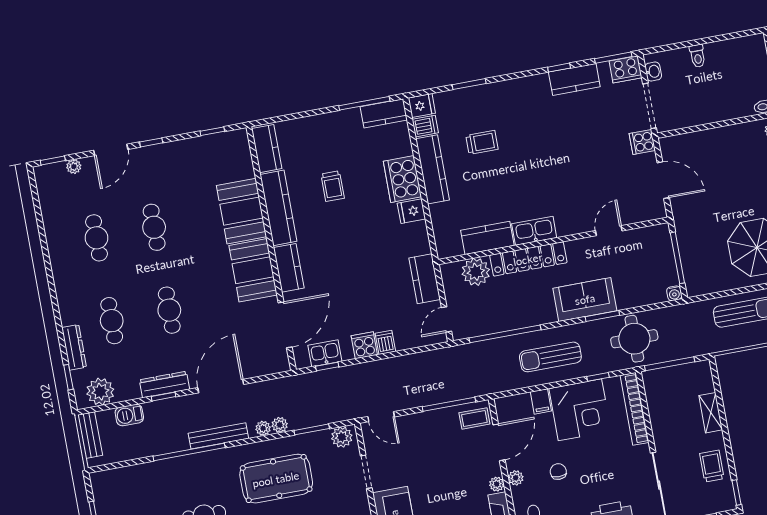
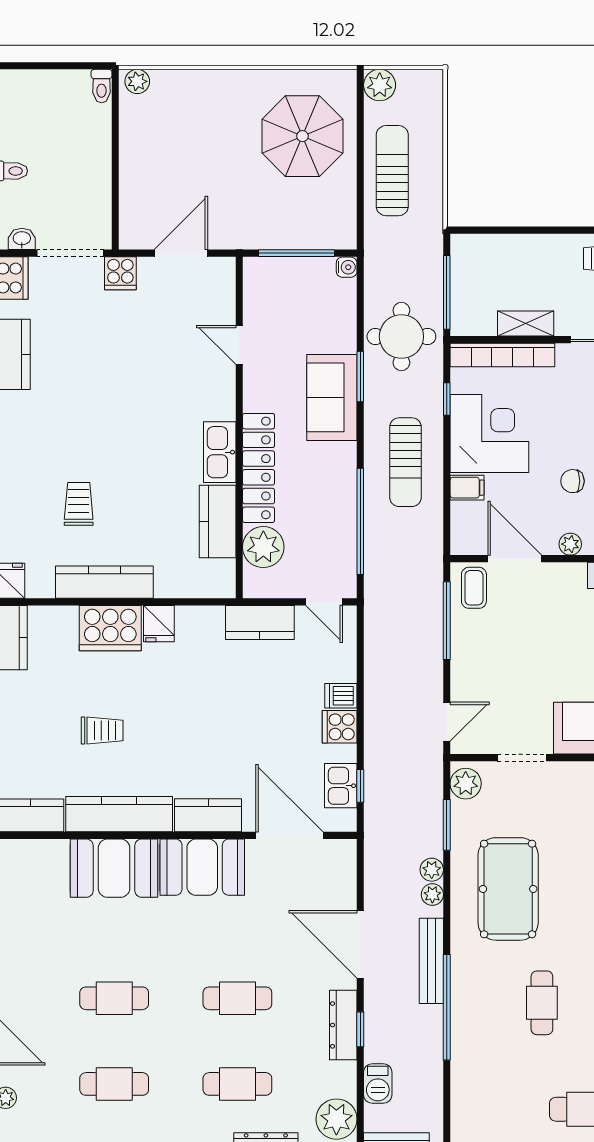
dishwasher: (425, 126) -> (40, 581), removed
shelving: (711, 413) -> (526, 324), moved
plant: (497, 484) -> (574, 573), removed

